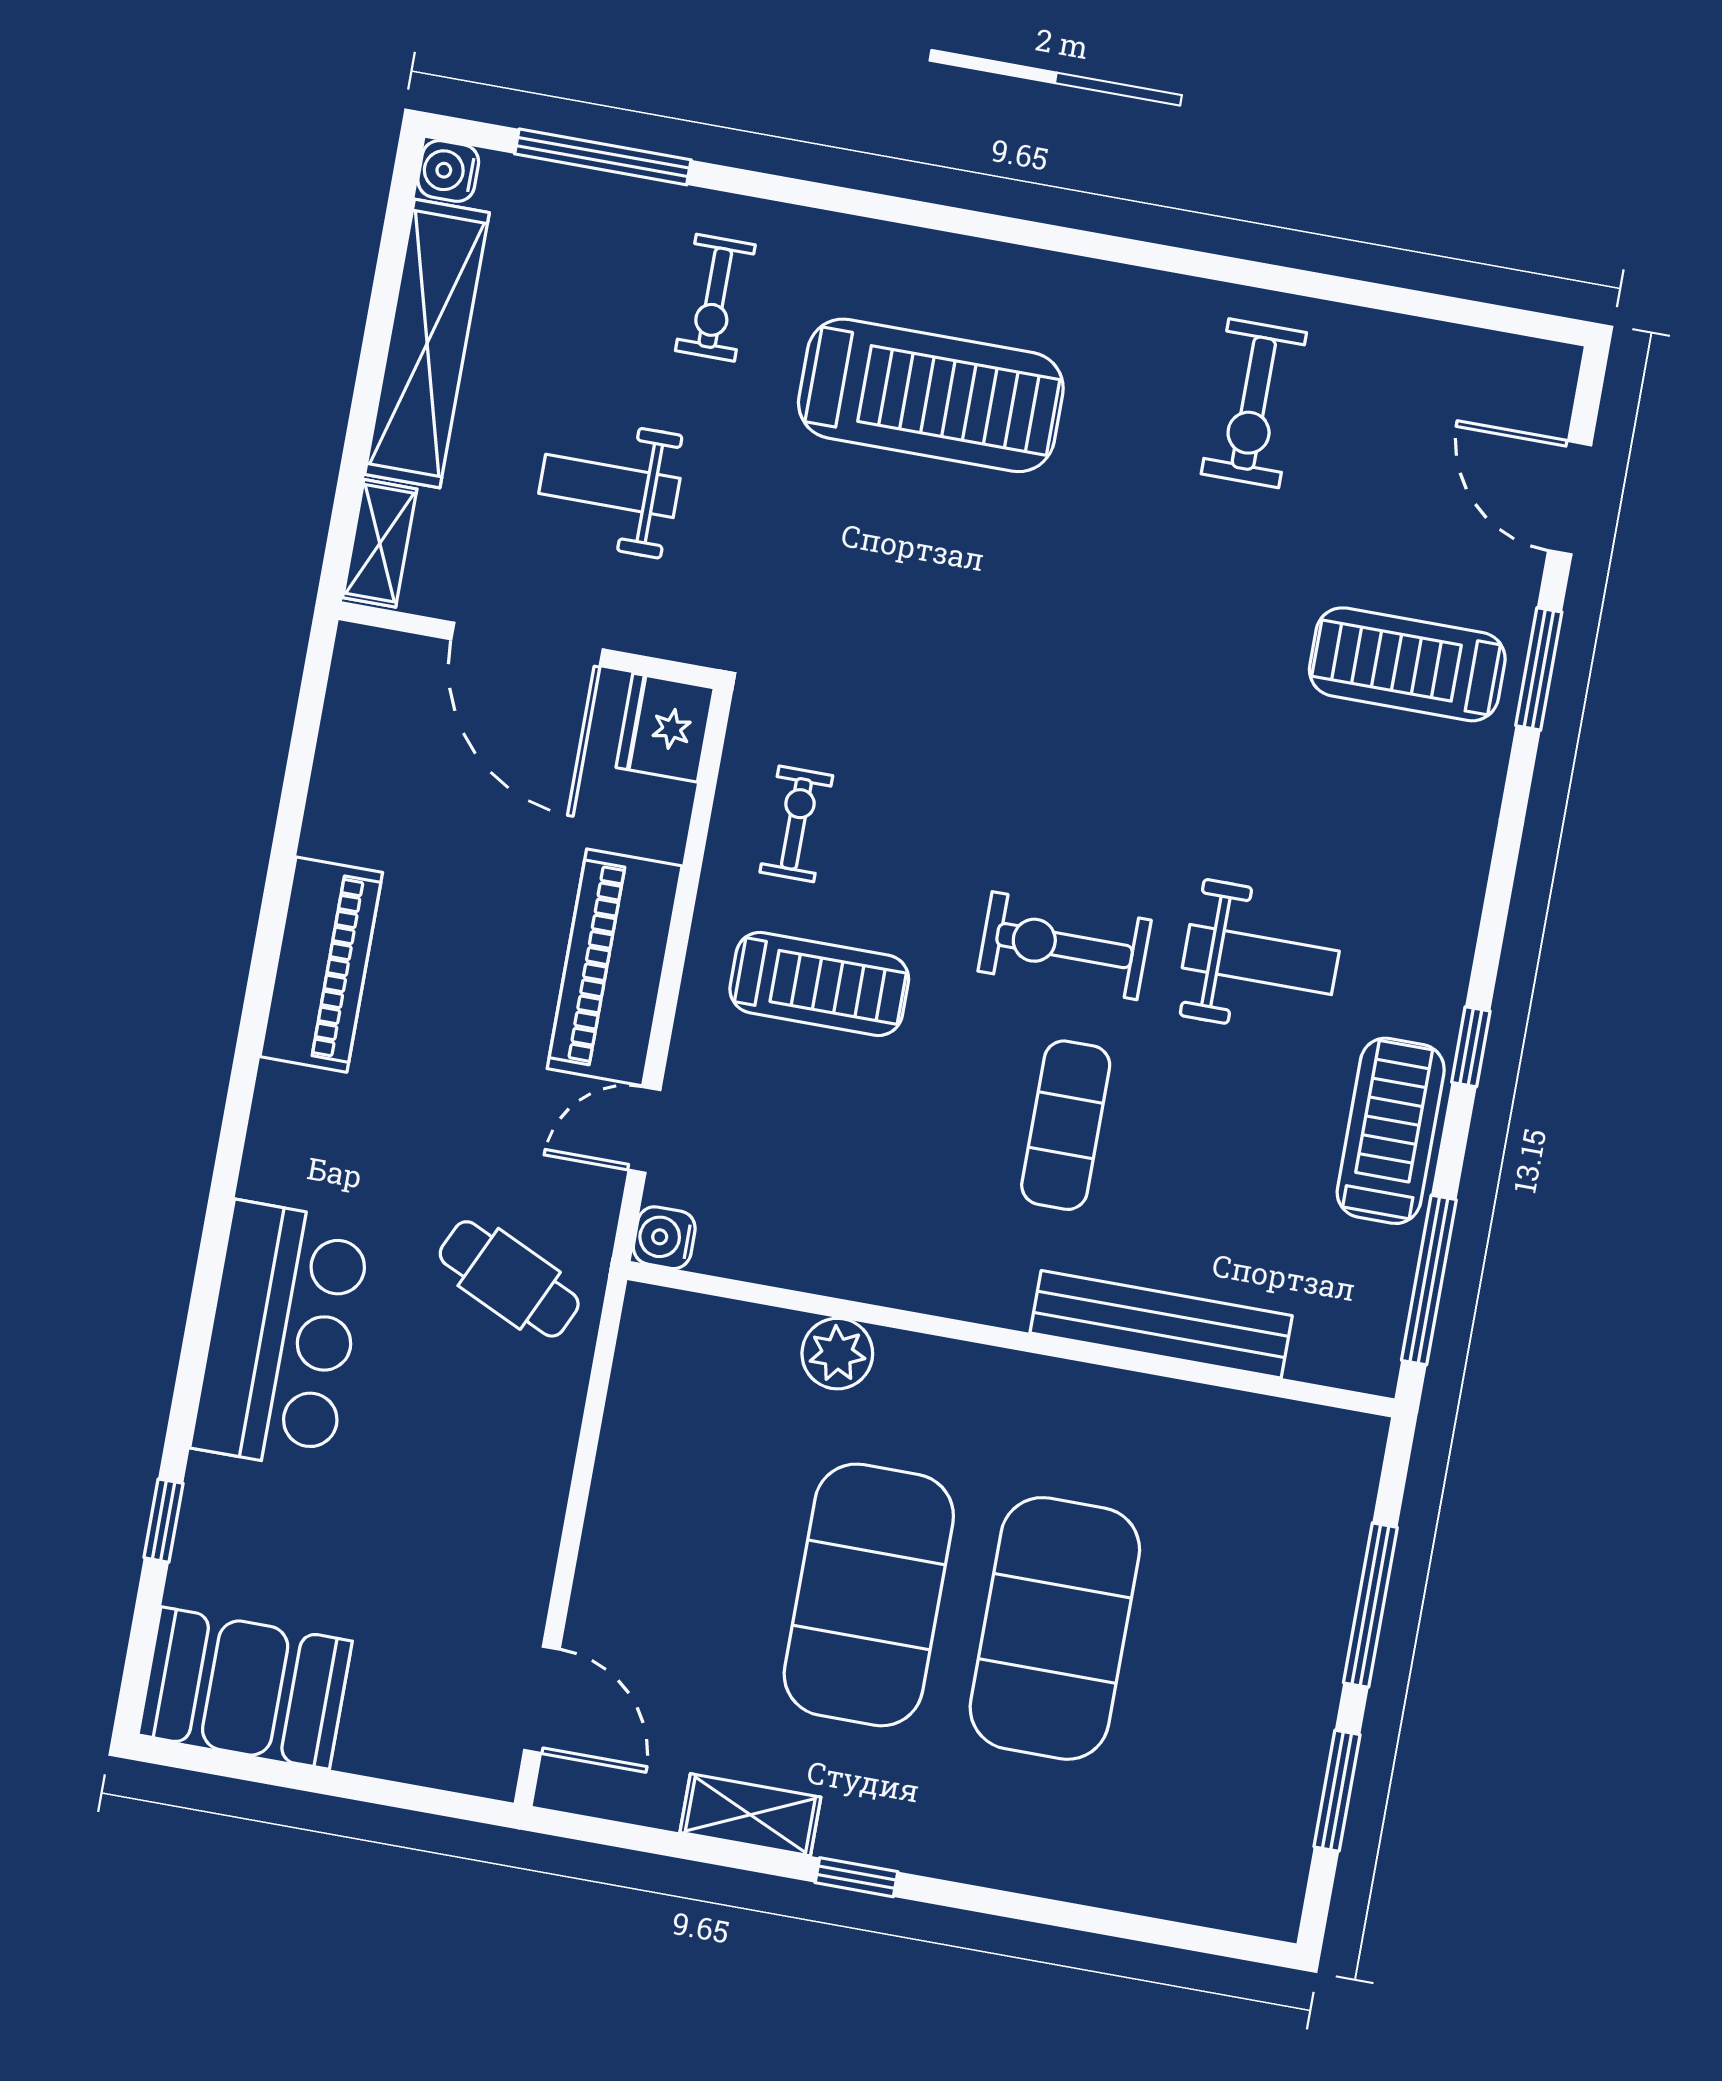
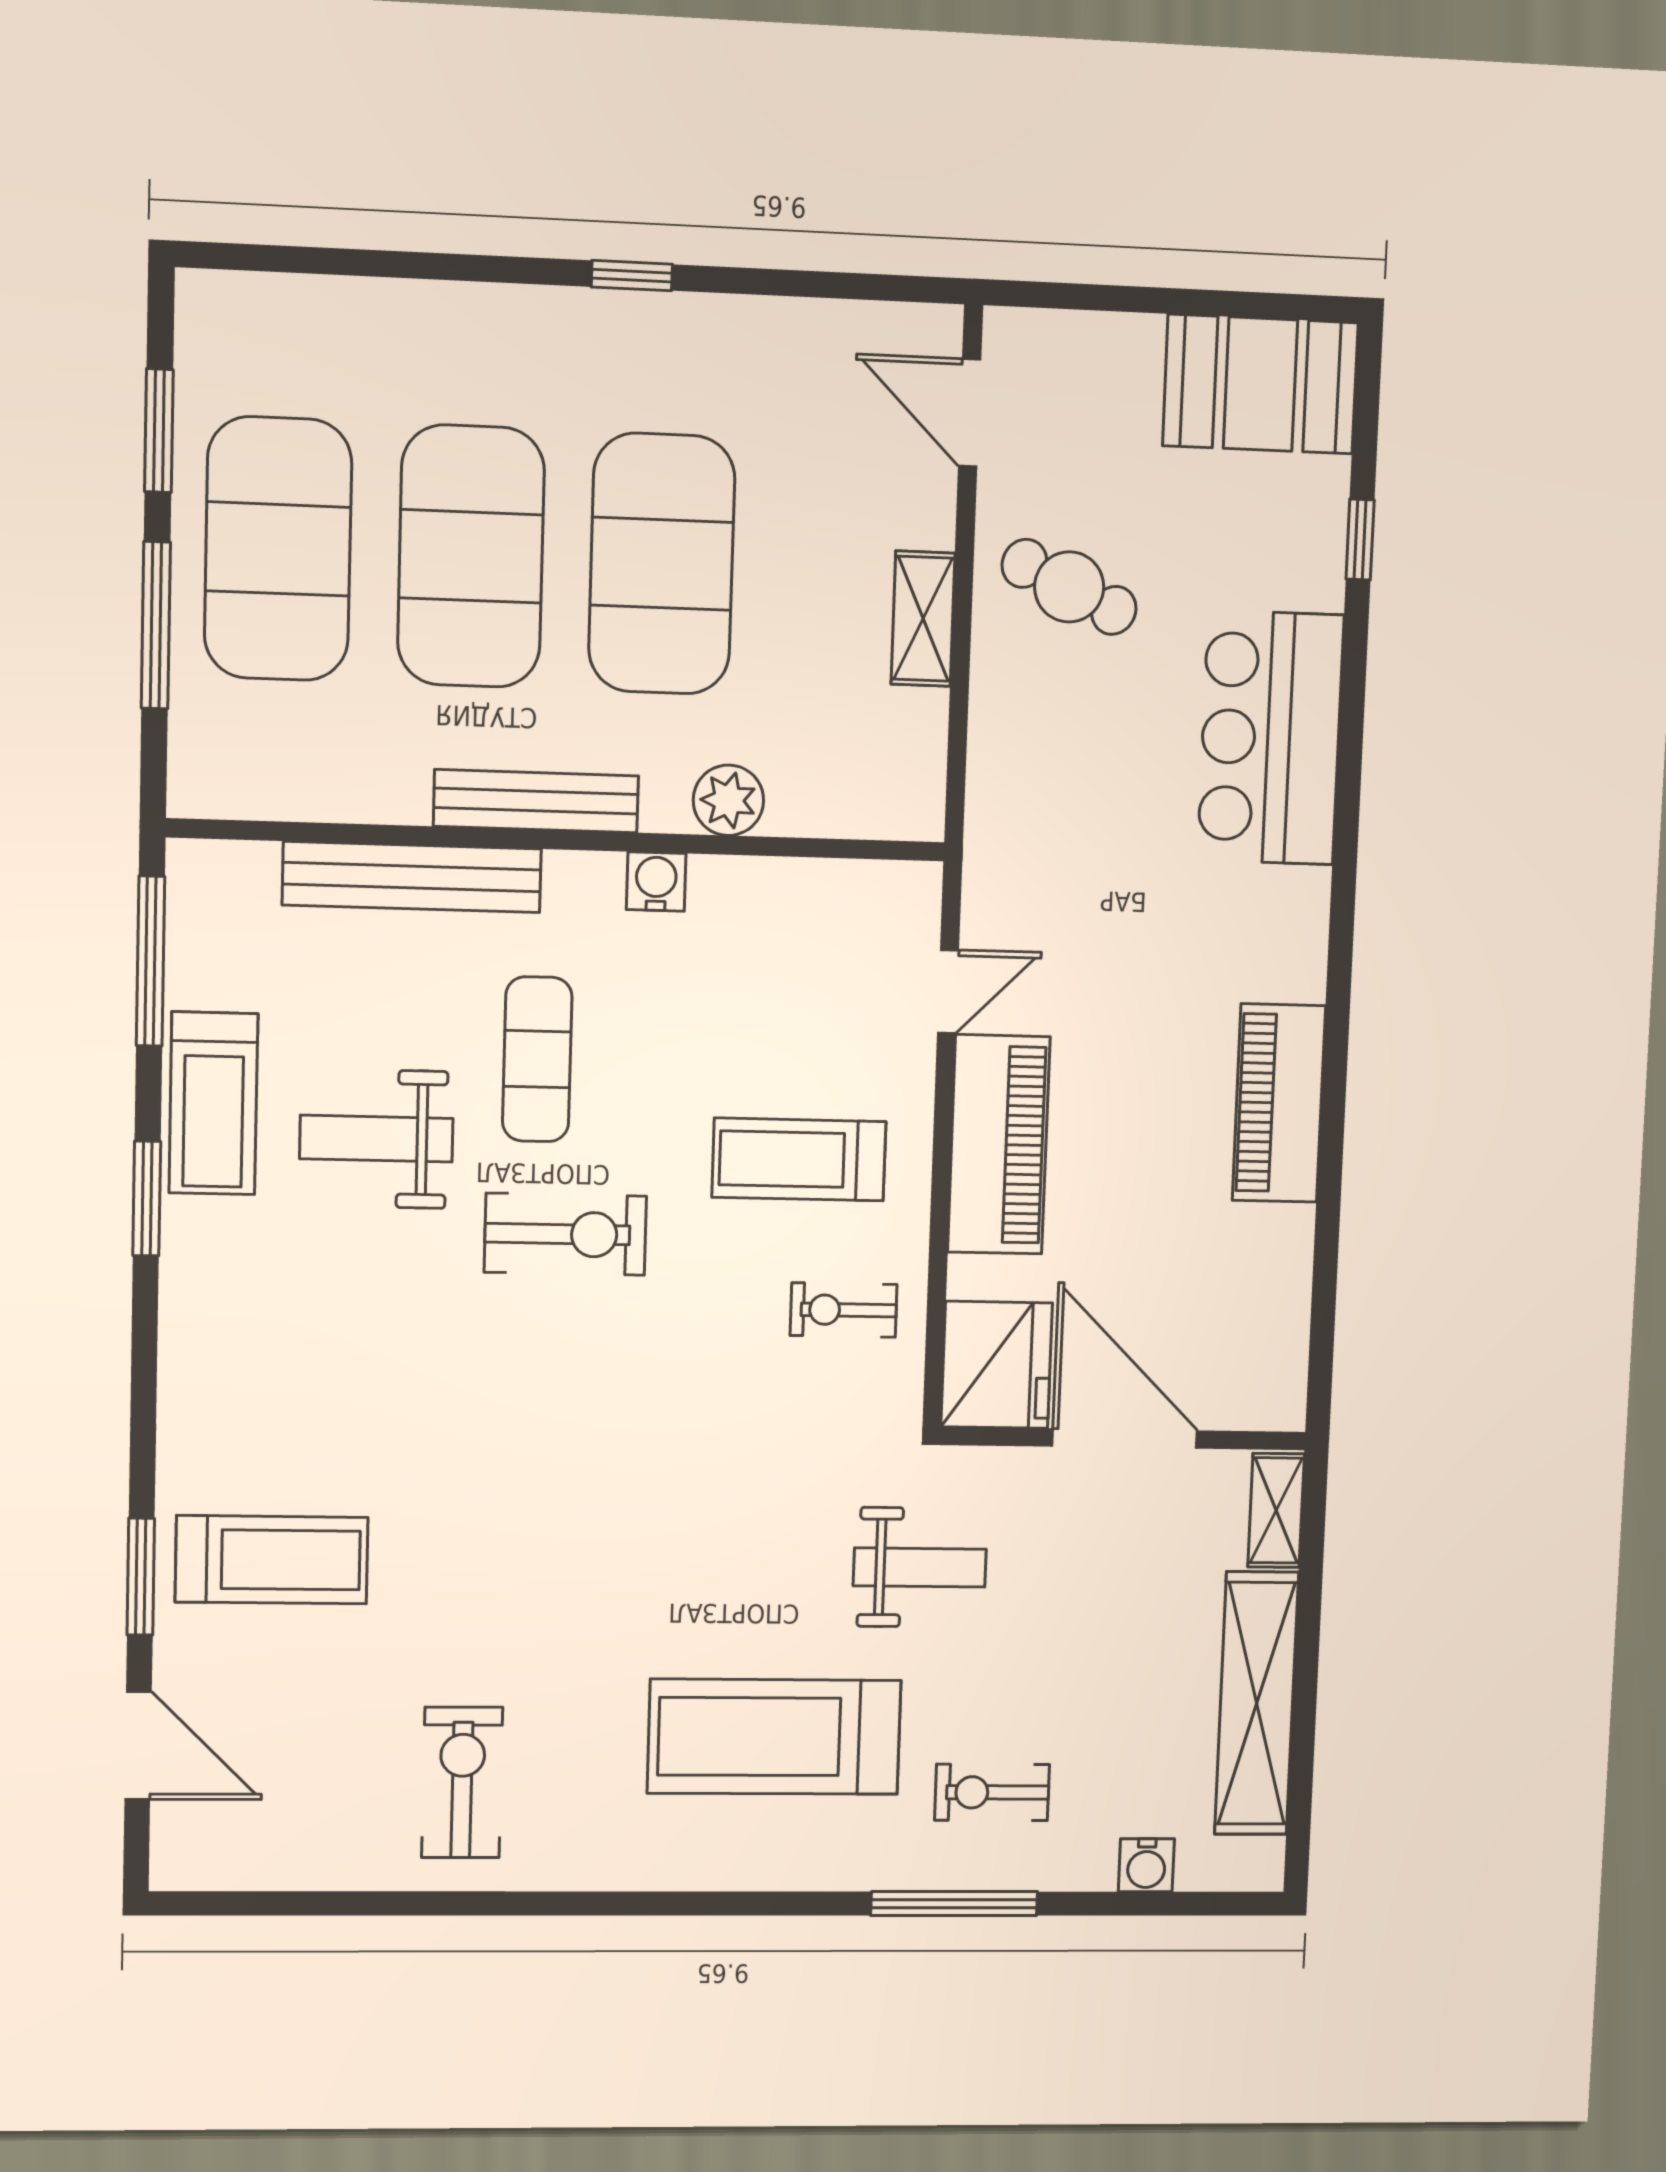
window: (603, 157) -> (954, 1904), moved
water cooler: (448, 171) -> (1146, 1865), moved, turned 90
exercise bike: (715, 298) -> (992, 1792), turned -90
weight bench: (609, 486) -> (920, 1567), moved
fridge: (665, 728) -> (997, 1365), width x1.36, depth x1.34
exercise bike: (796, 824) -> (844, 1310), turned 90
weight bench: (1261, 959) -> (376, 1139), moved
window: (1471, 1047) -> (147, 1199), width x1.50
water cooler: (664, 1238) -> (656, 882), moved, turned -90
cafe table: (509, 1279) -> (1069, 587), moved
bench: (1028, 1381) -> (536, 801), added
exercise mat: (1241, 1662) -> (278, 549), added
shelving: (750, 1815) -> (923, 619), moved, turned 90

